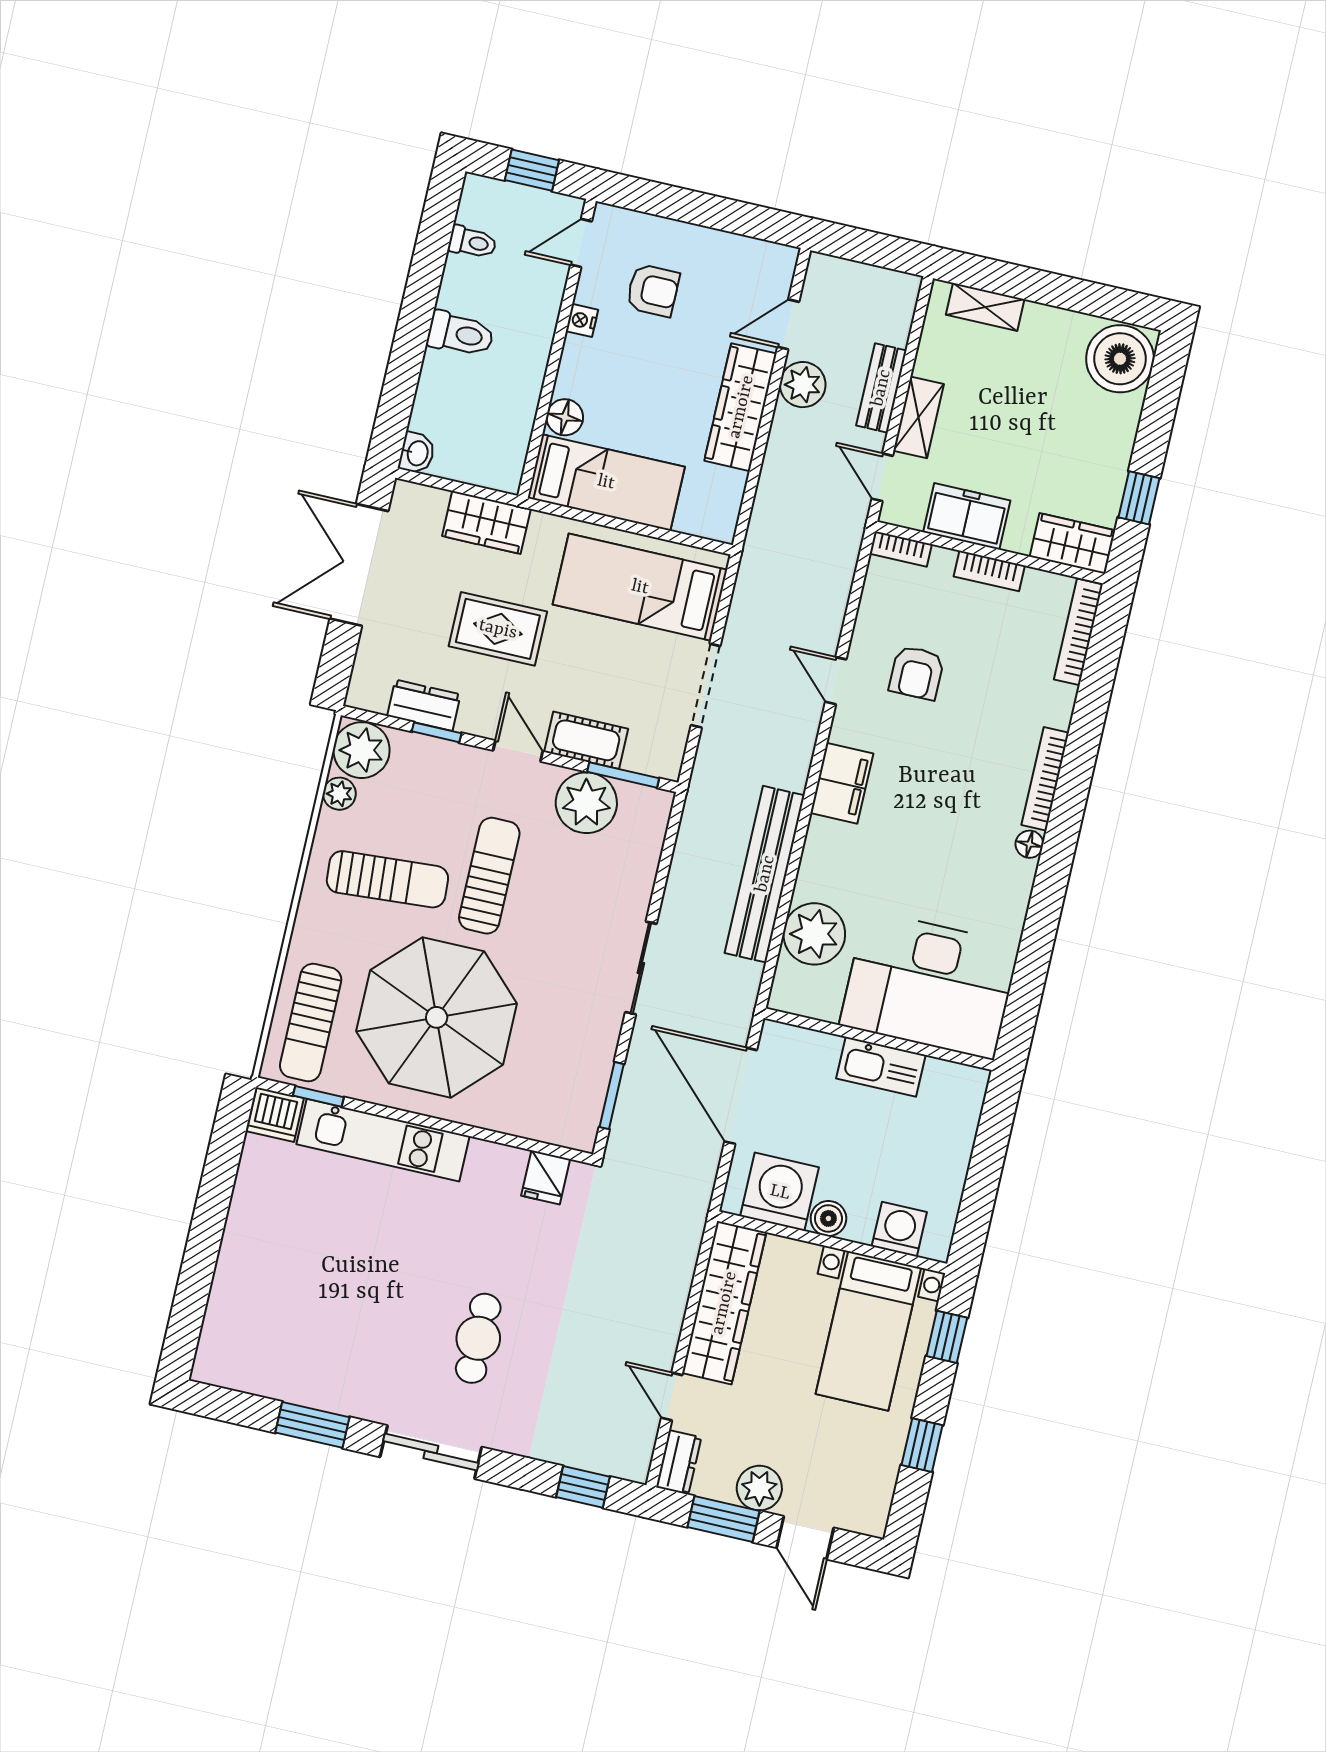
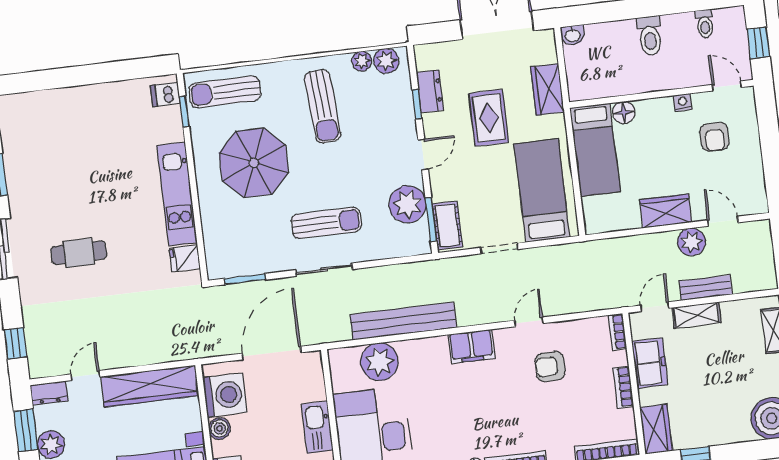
wardrobe: (741, 407) -> (666, 211), width x0.67
doorway: (706, 686) -> (499, 248), width x0.73
cot: (586, 740) -> (447, 225), moved
plant: (362, 750) -> (386, 61), width x0.73, depth x0.73
sun lounger: (489, 876) -> (326, 223), moved
parasol: (437, 1017) -> (254, 163), width x0.73, depth x0.73
dishwasher: (275, 1115) -> (165, 94), width x0.73
kitchen unit: (383, 1140) -> (177, 194), moved

